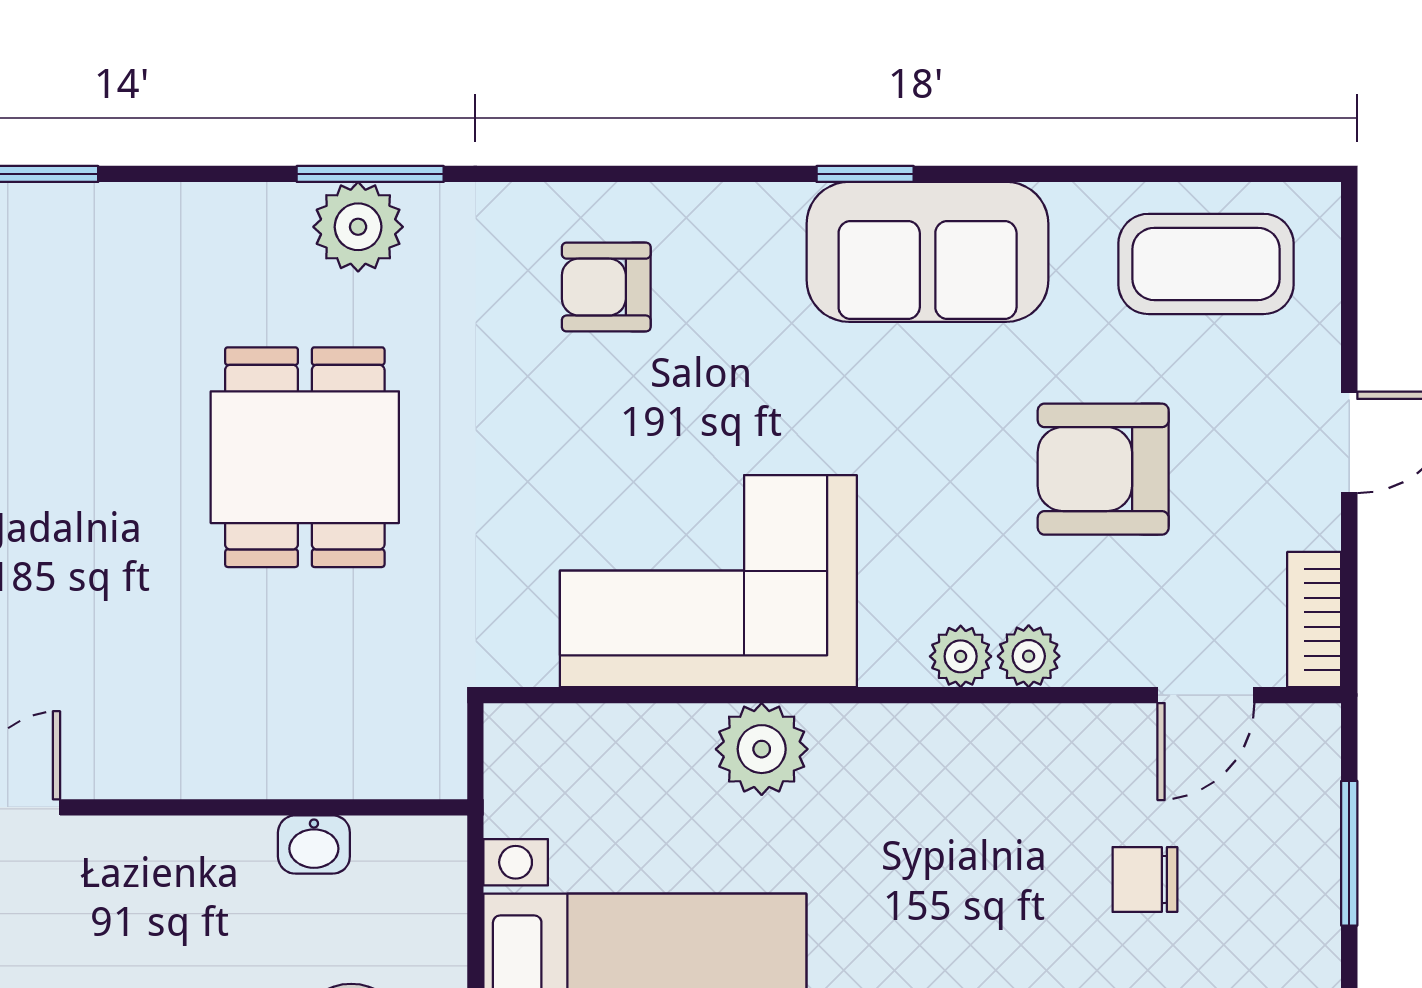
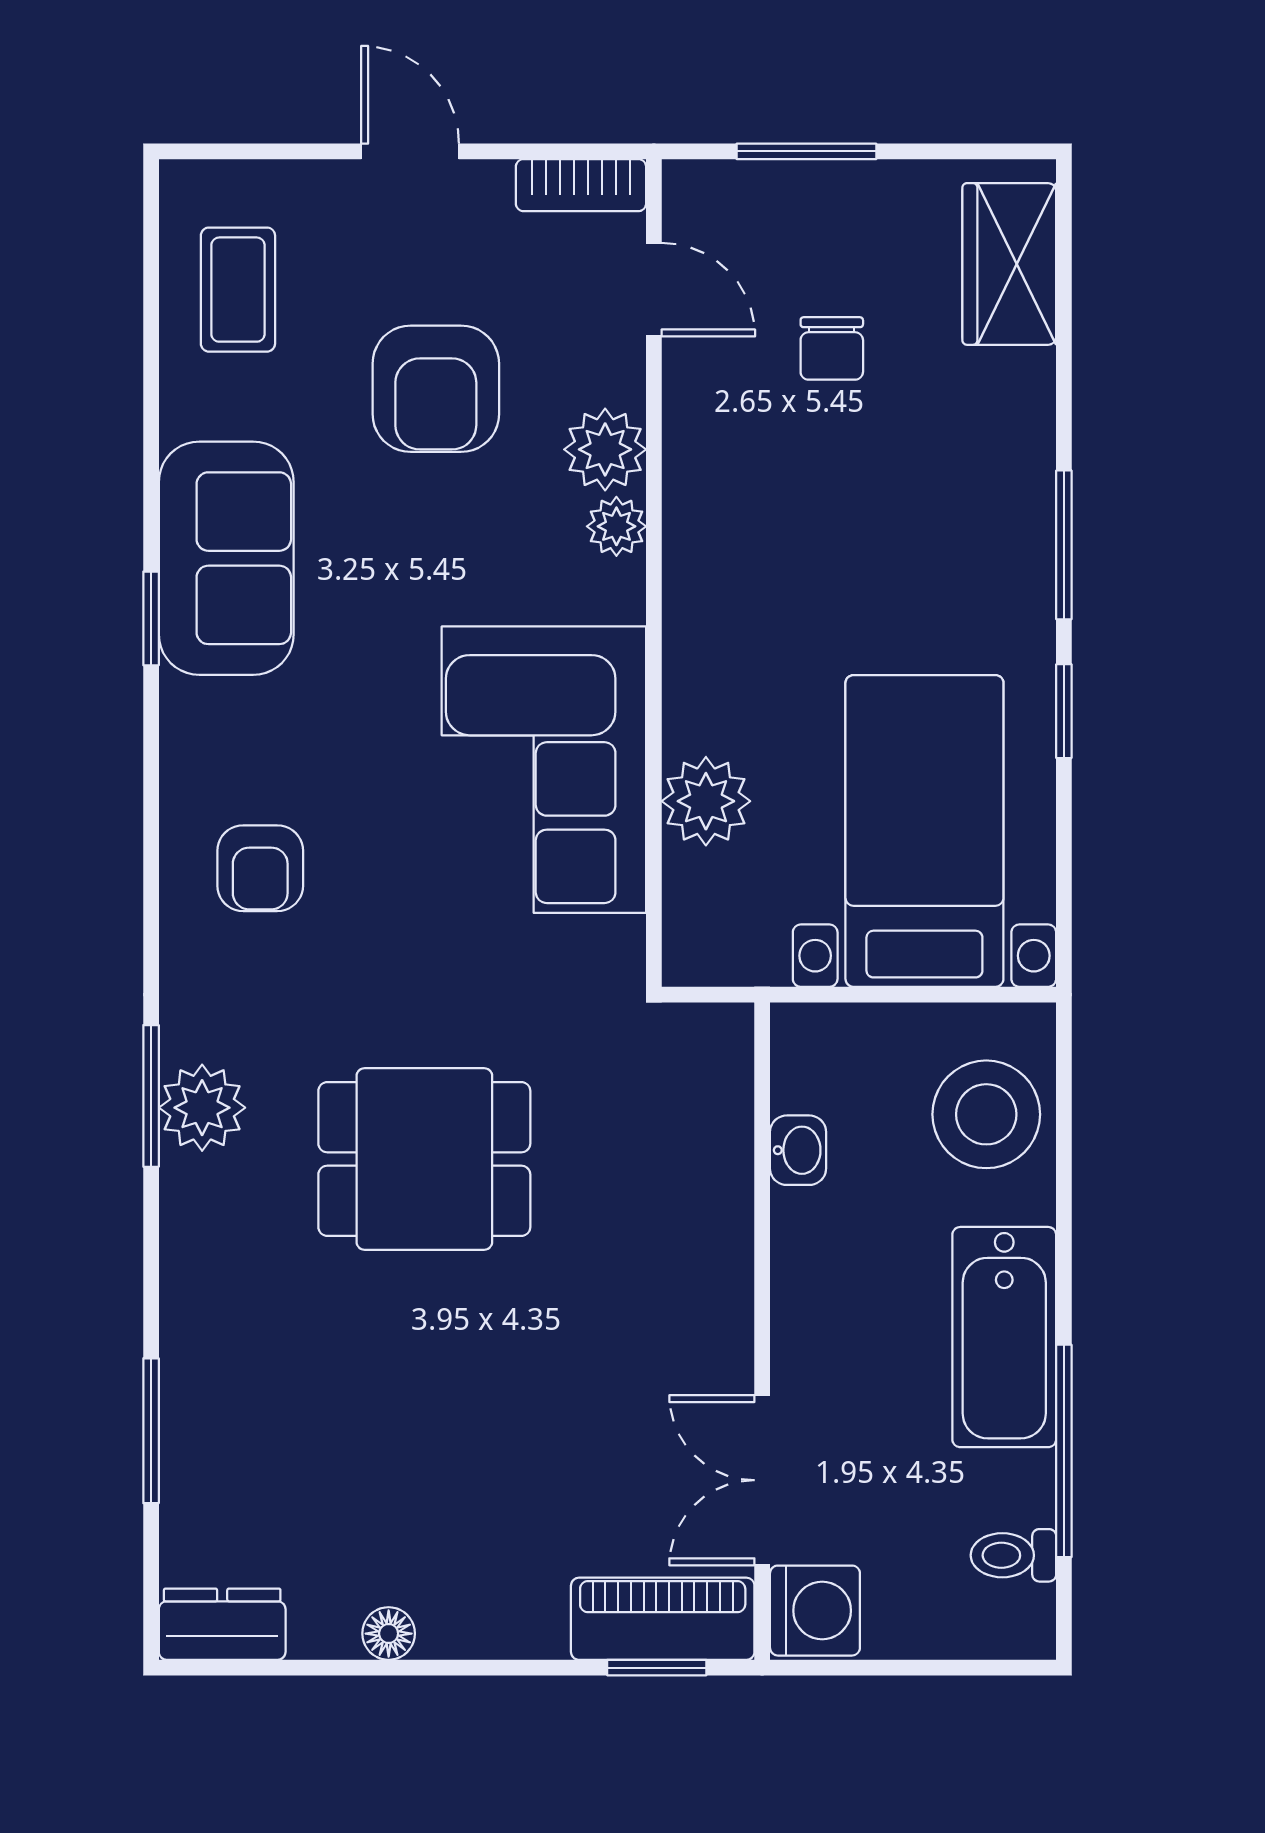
coffee table: (1206, 264) -> (238, 290), width x0.73, depth x0.77
plant: (1029, 656) -> (605, 449), width x1.38, depth x1.38
plant: (762, 749) -> (706, 801), moved

